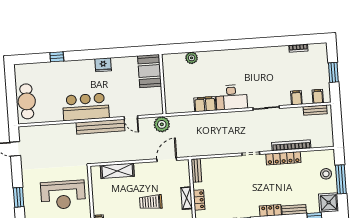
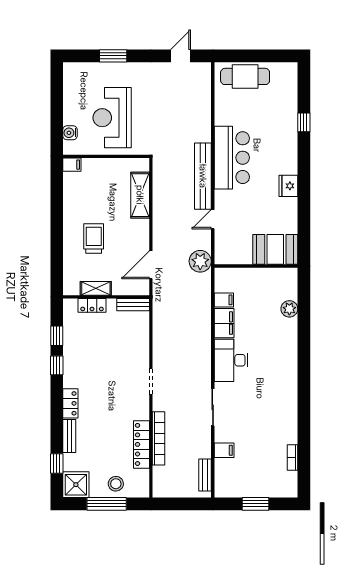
filing cabinet: (318, 96) -> (224, 300), moved
locker: (283, 158) -> (141, 444), moved
door: (167, 160) -> (151, 265), swing flipped

